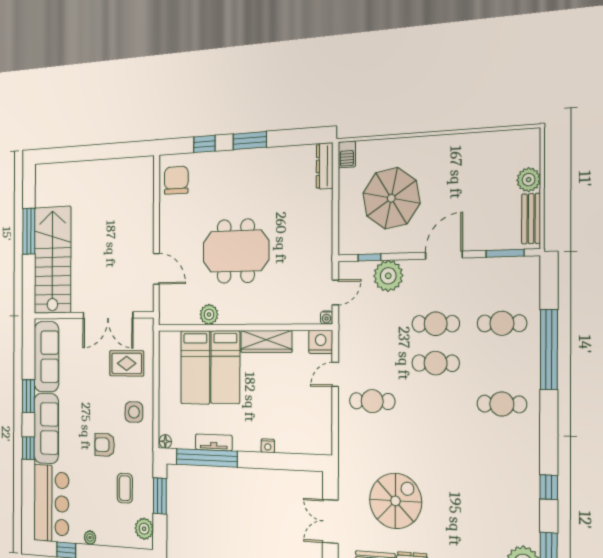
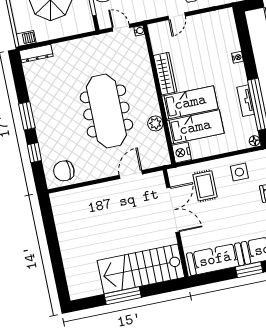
meeting table: (236, 251) -> (106, 111), width x1.36
nightstand: (321, 342) -> (182, 152), moved
door: (335, 374) -> (177, 16), hinge flipped

